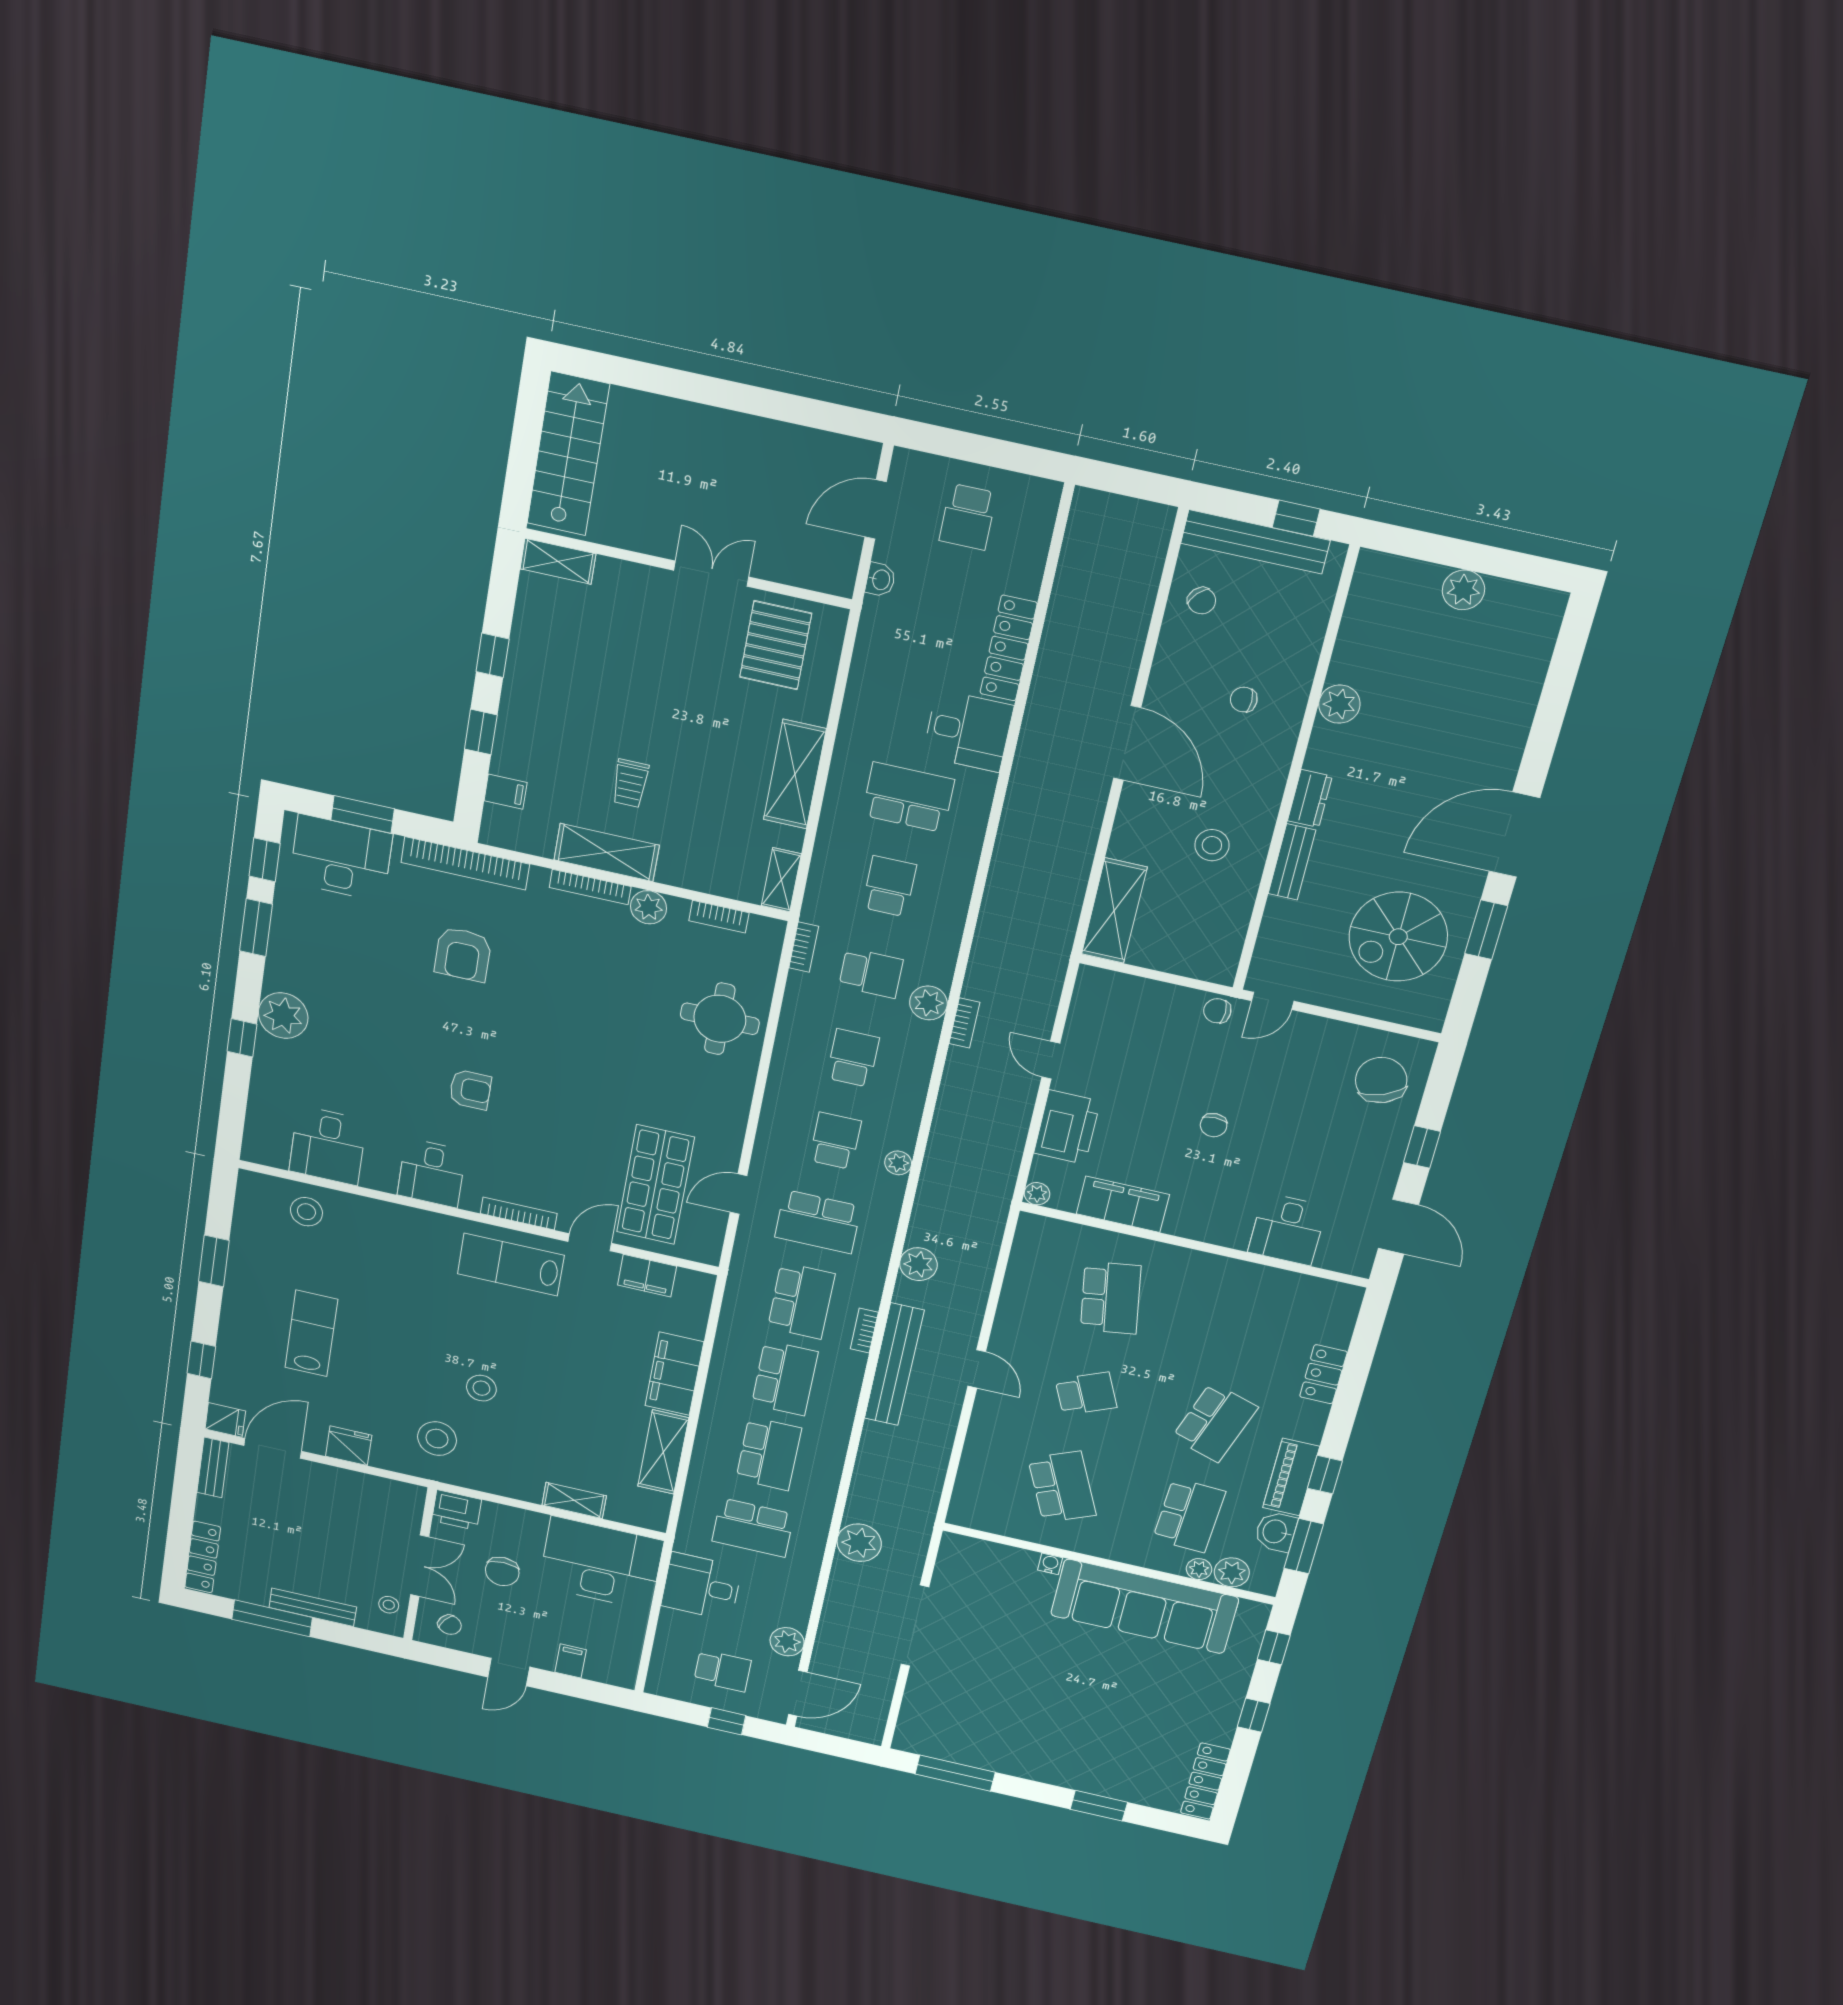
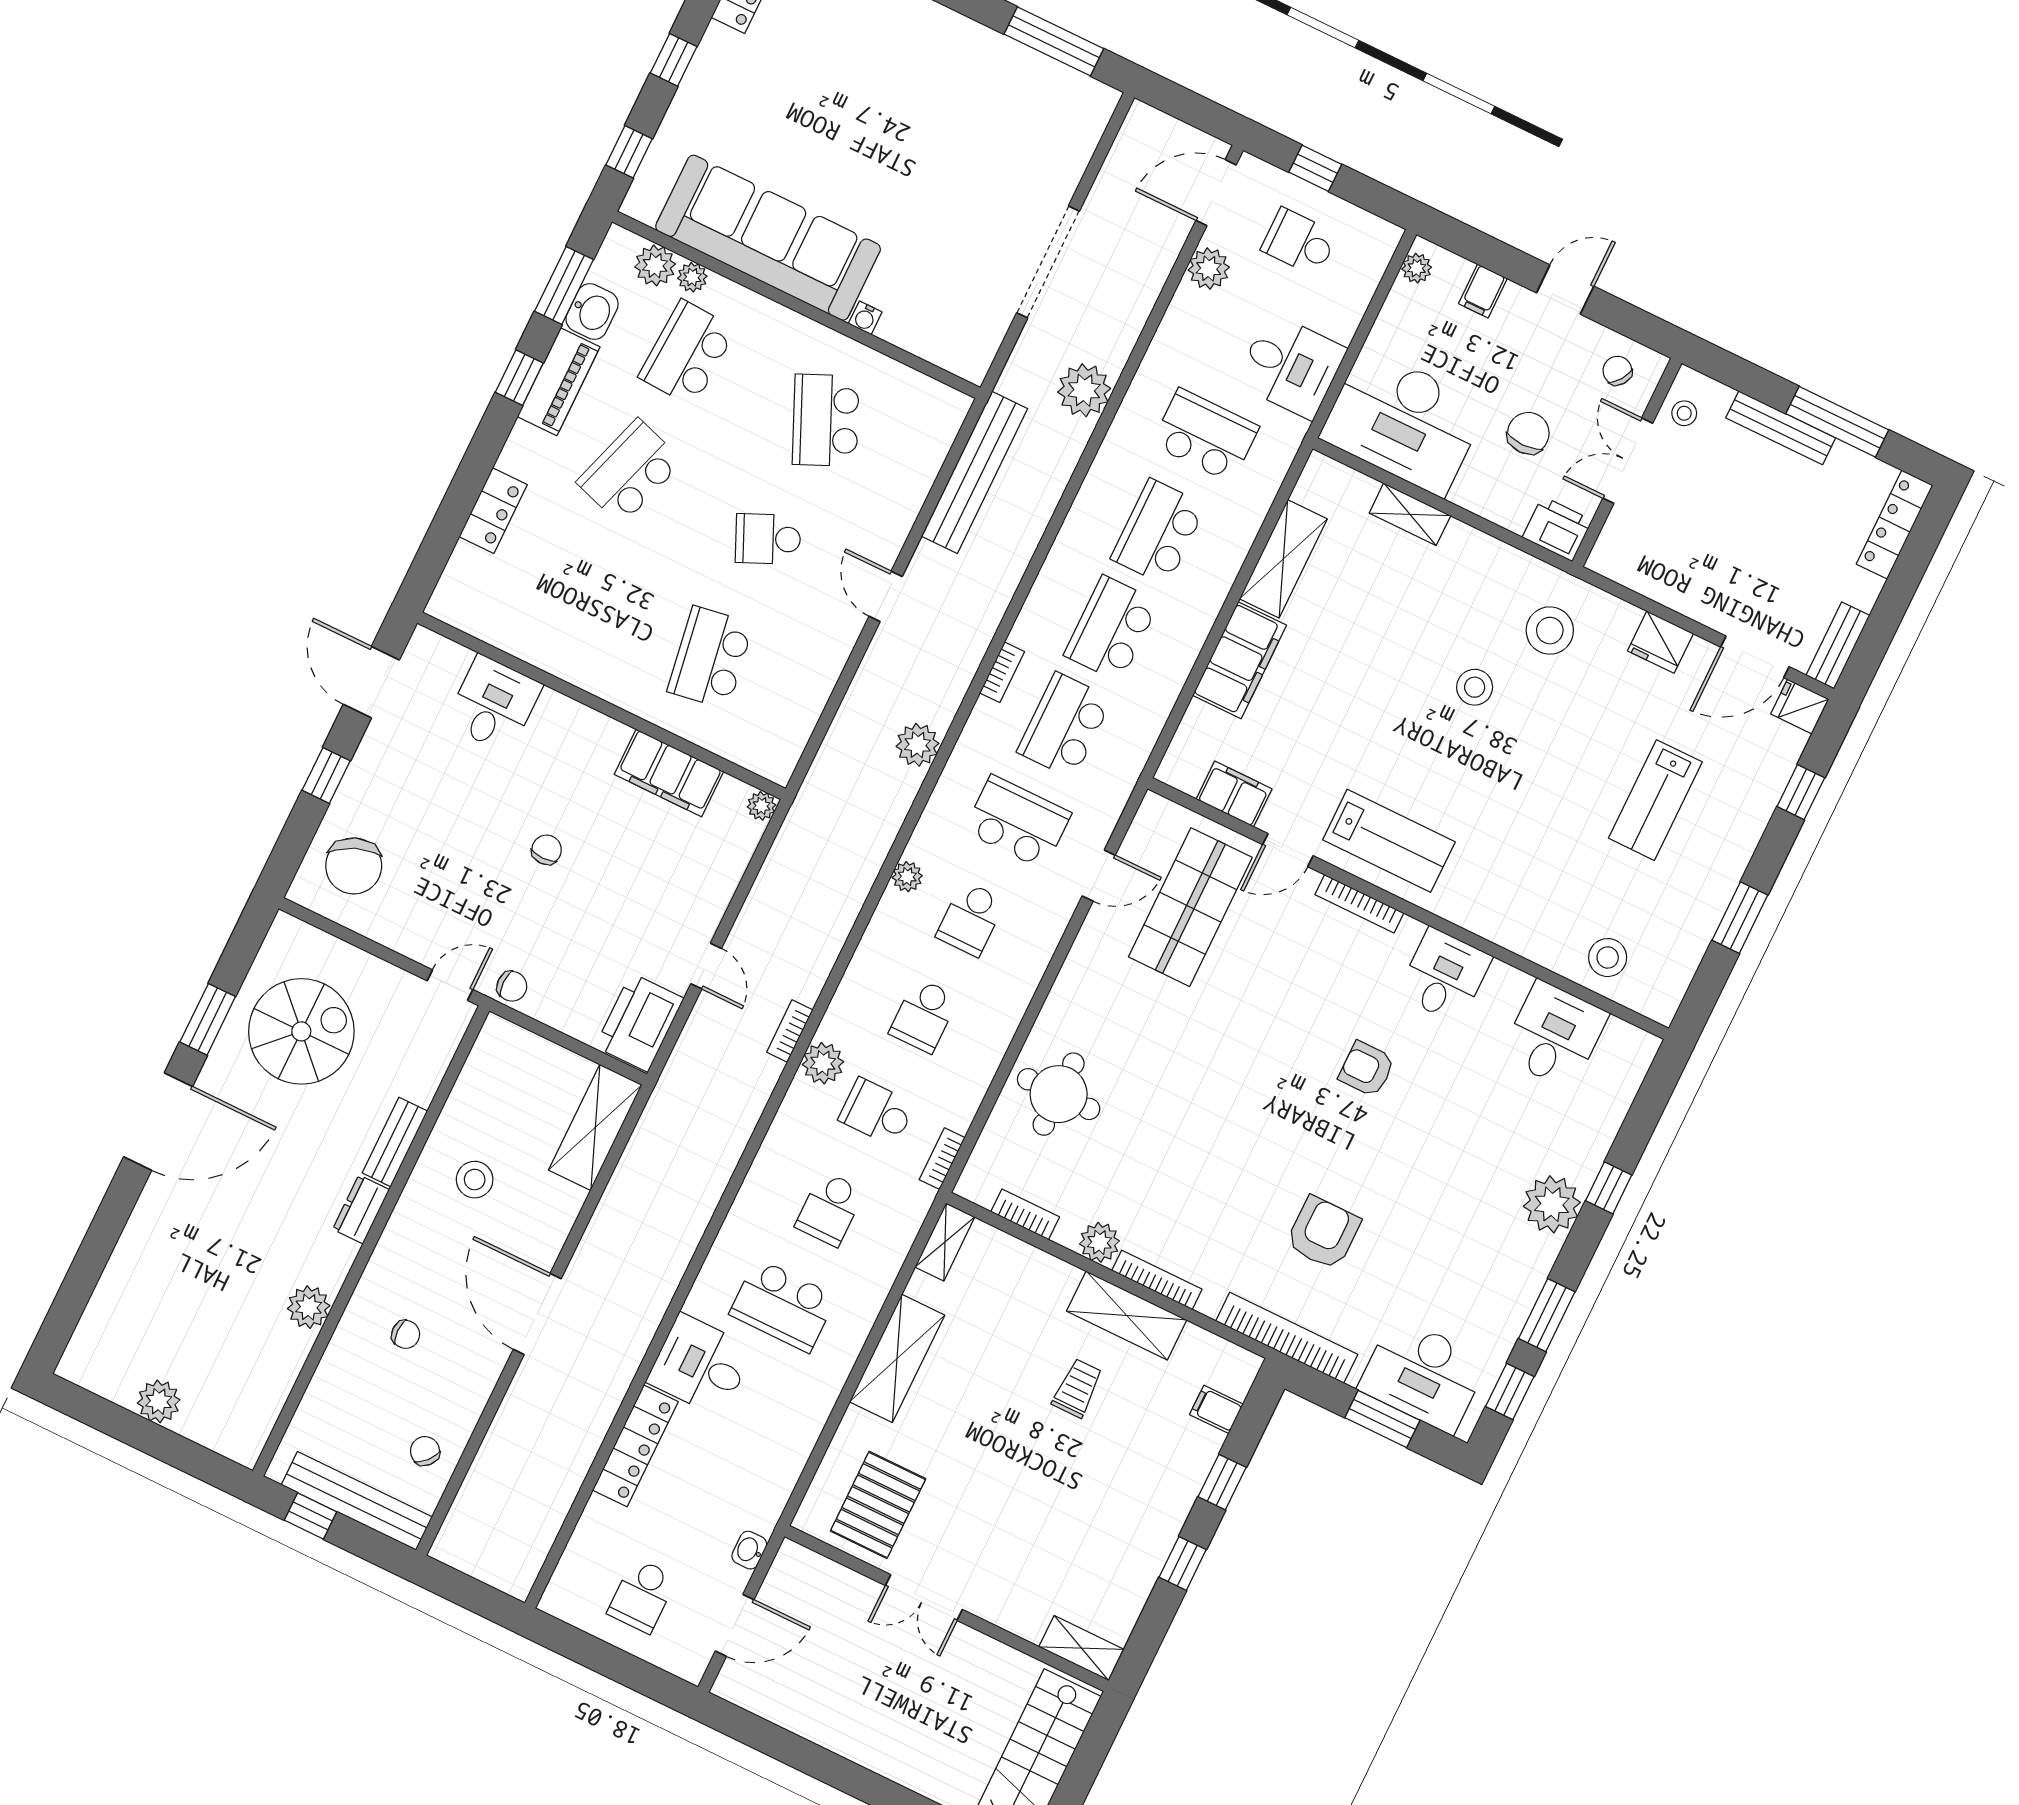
school desk: (968, 517) -> (642, 1595), turned 180
printer: (1067, 1127) -> (639, 1022), moved
bench: (894, 1364) -> (974, 472), moved
plant: (626, 1668) -> (1417, 268), added

